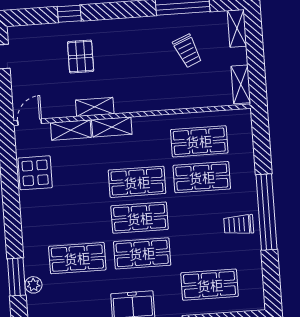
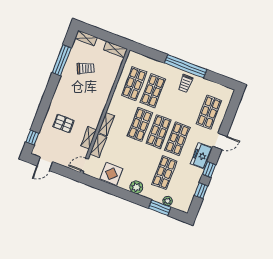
window: (69, 14) -> (32, 137), moved
shelving: (95, 107) -> (89, 138), moved
door: (30, 122) -> (85, 165), hinge flipped
plant: (32, 224) -> (136, 187), added

